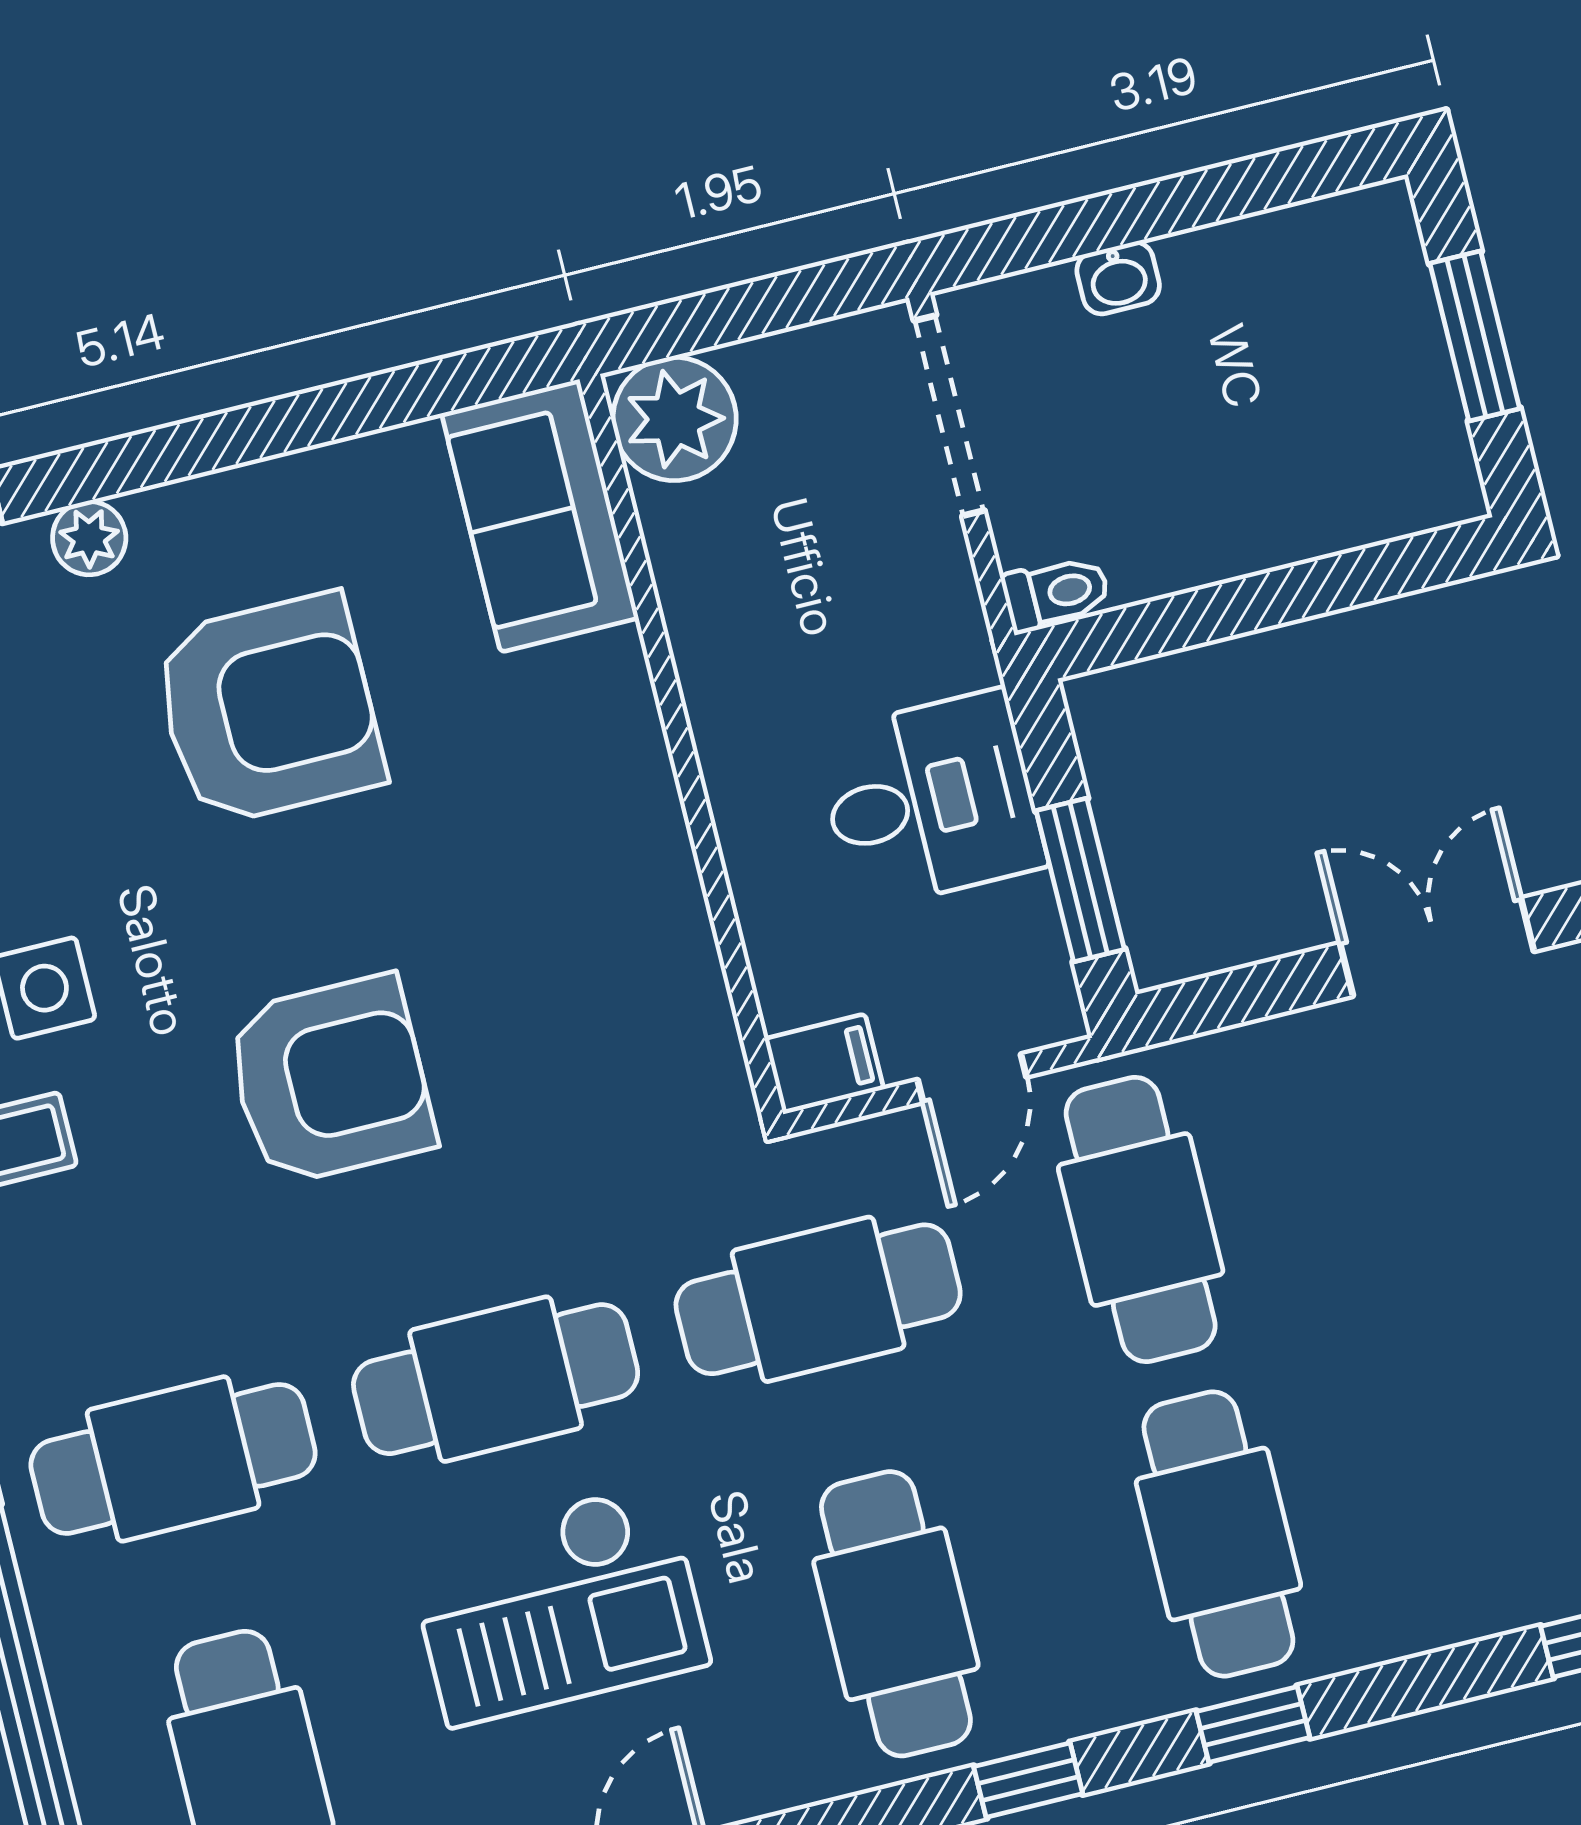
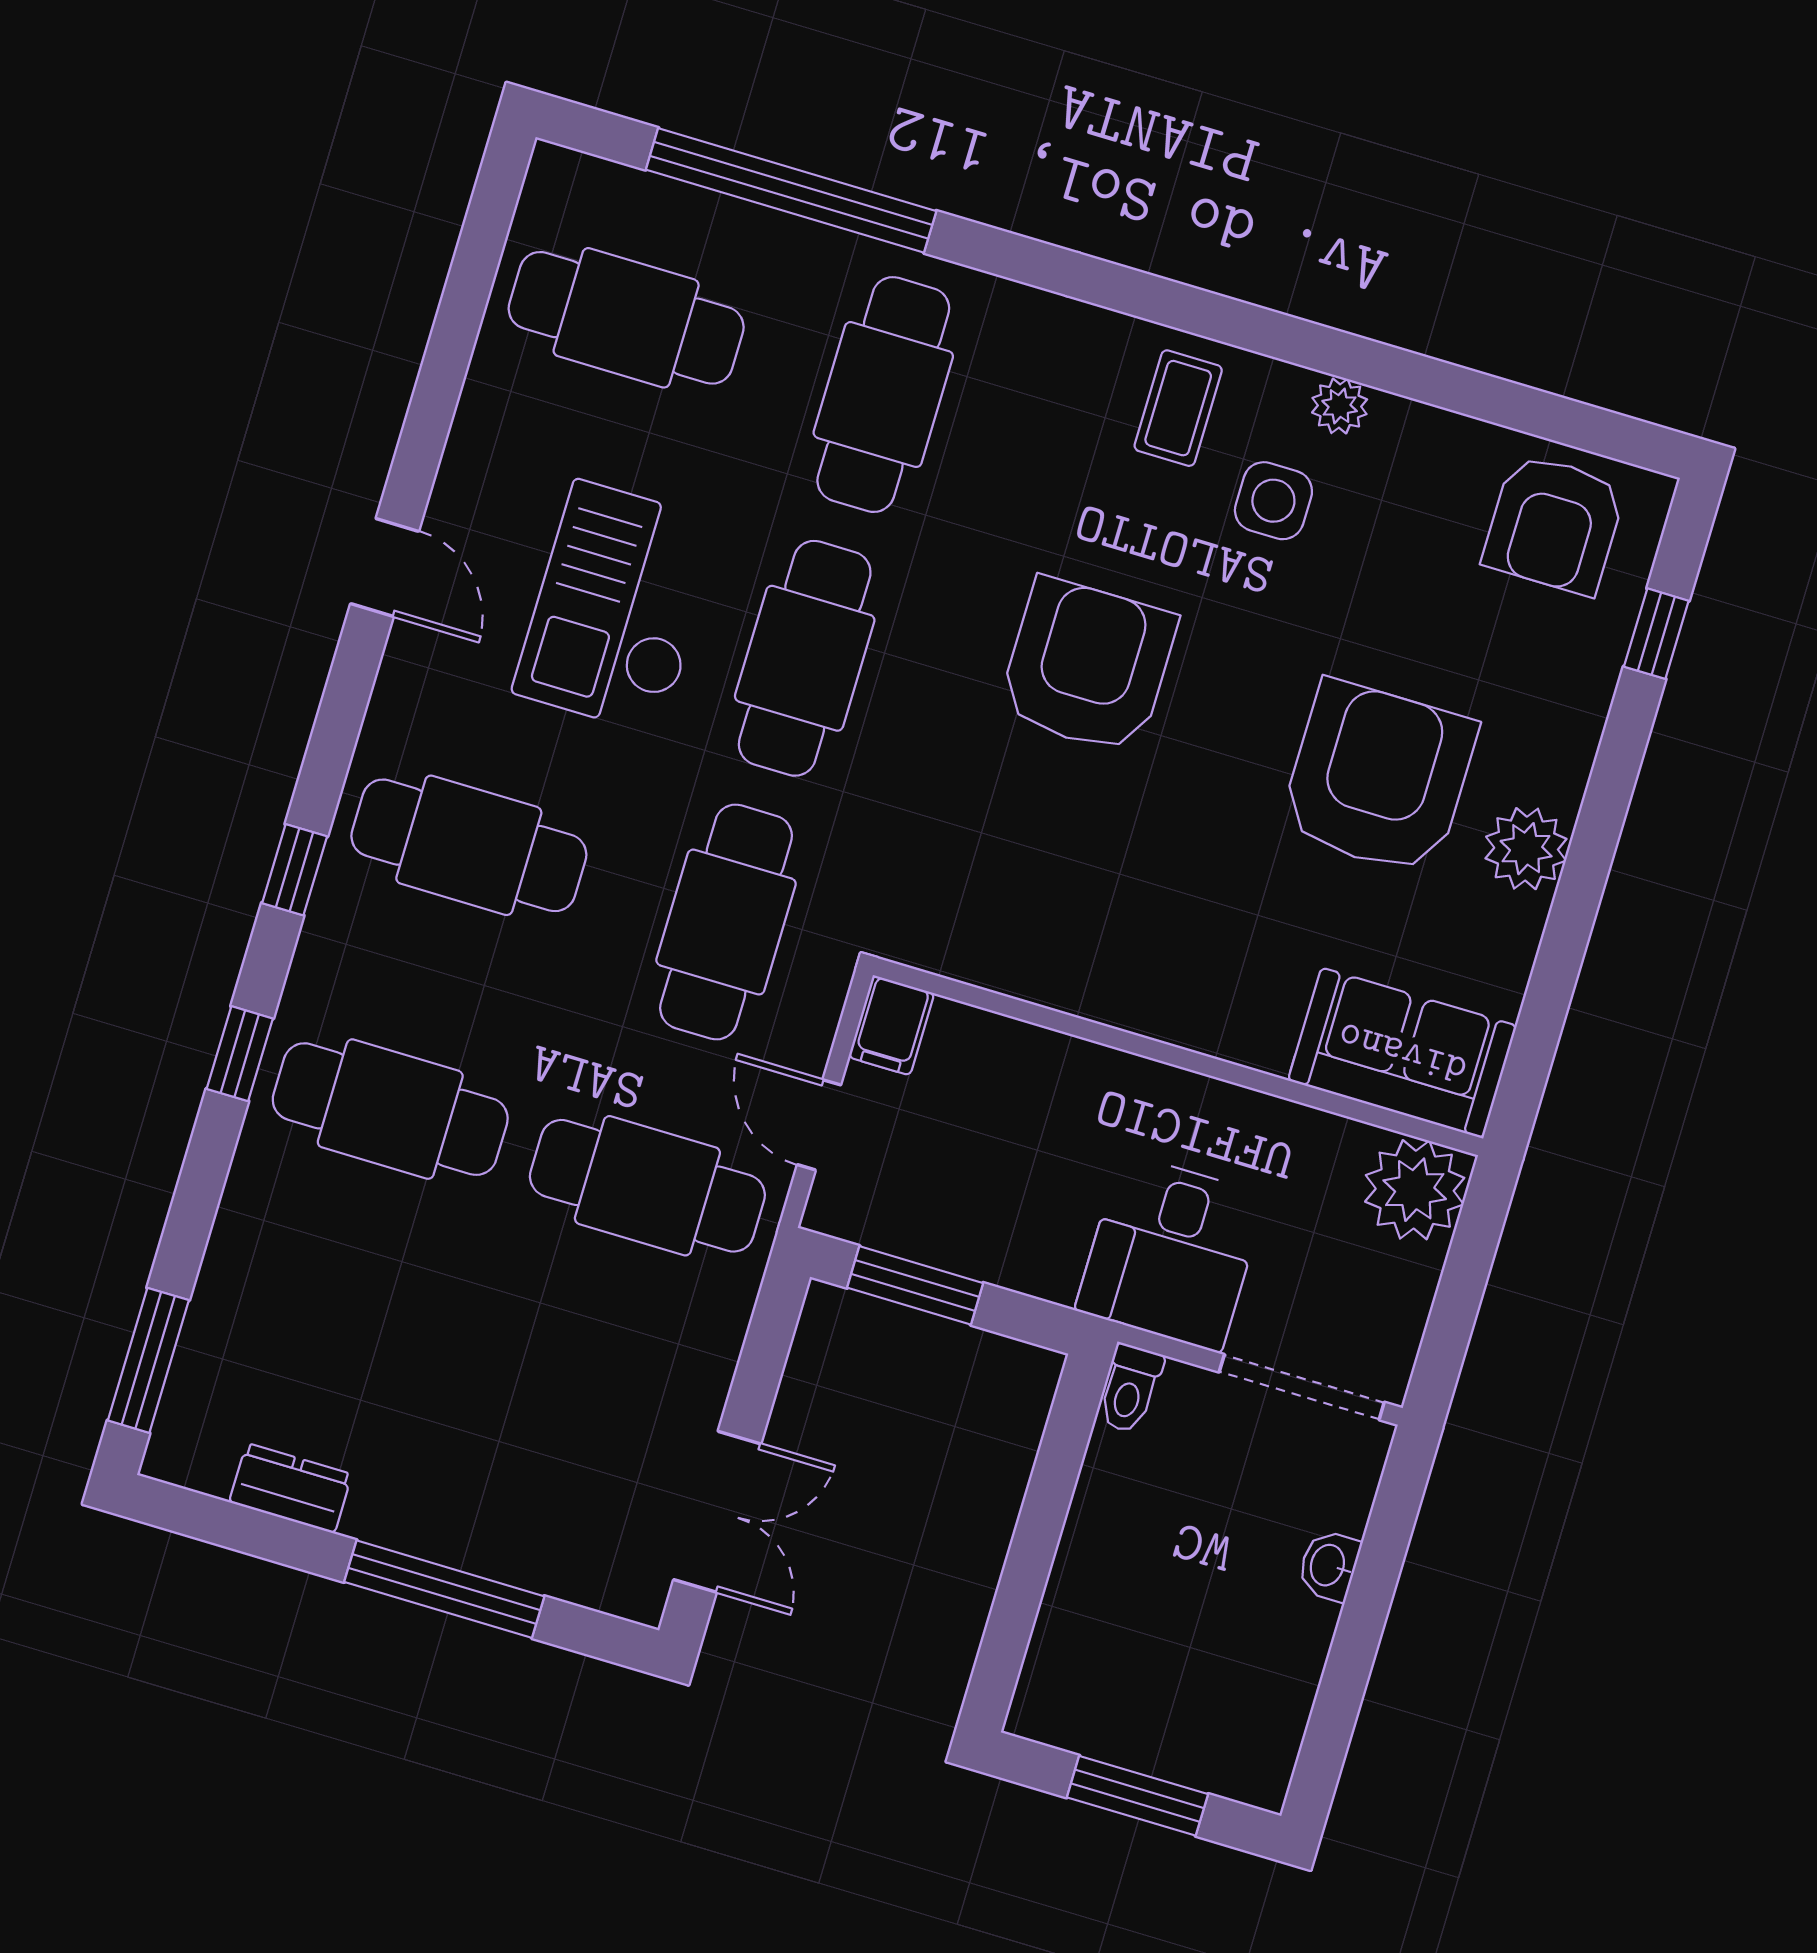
plant: (89, 538) -> (1526, 849), moved, width x1.38, depth x1.38
armchair: (268, 709) -> (1378, 778), turned 180
desk: (930, 800) -> (1171, 1253), moved
armchair: (330, 1080) -> (1088, 666), turned 180

